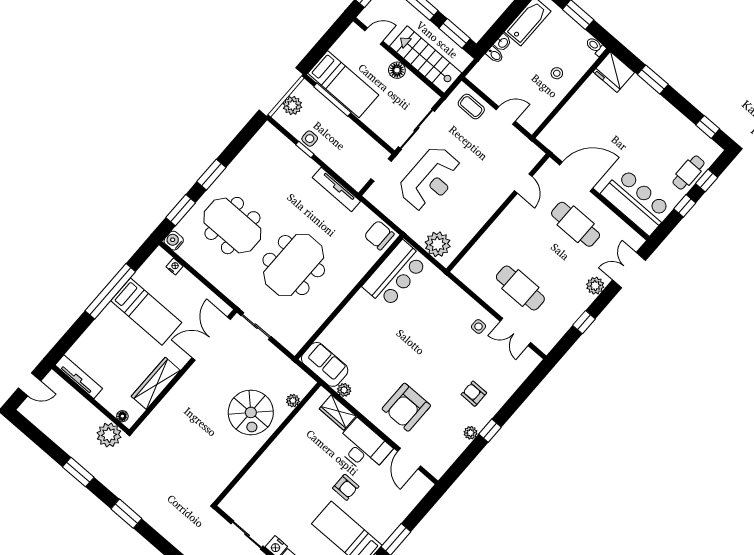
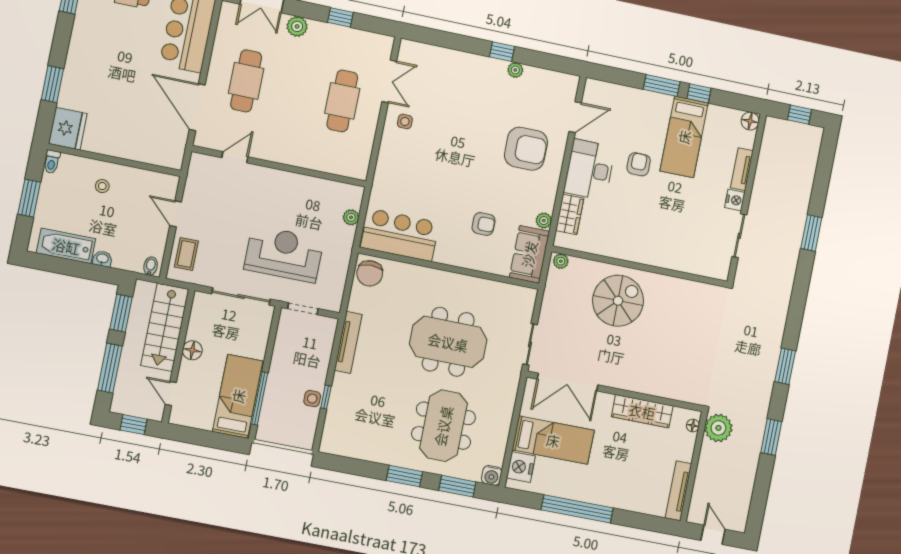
bidet: (495, 55) -> (151, 266), moved
plant: (292, 105) -> (289, 435), removed
plant: (438, 244) -> (351, 217), width x0.53, depth x0.53
nightstand: (174, 266) -> (521, 467), width x1.89, depth x1.79
bed: (146, 312) -> (553, 440), moved, turned 90
armchair: (474, 394) -> (484, 224), moved, turned -90
plant: (293, 401) -> (561, 261), moved

